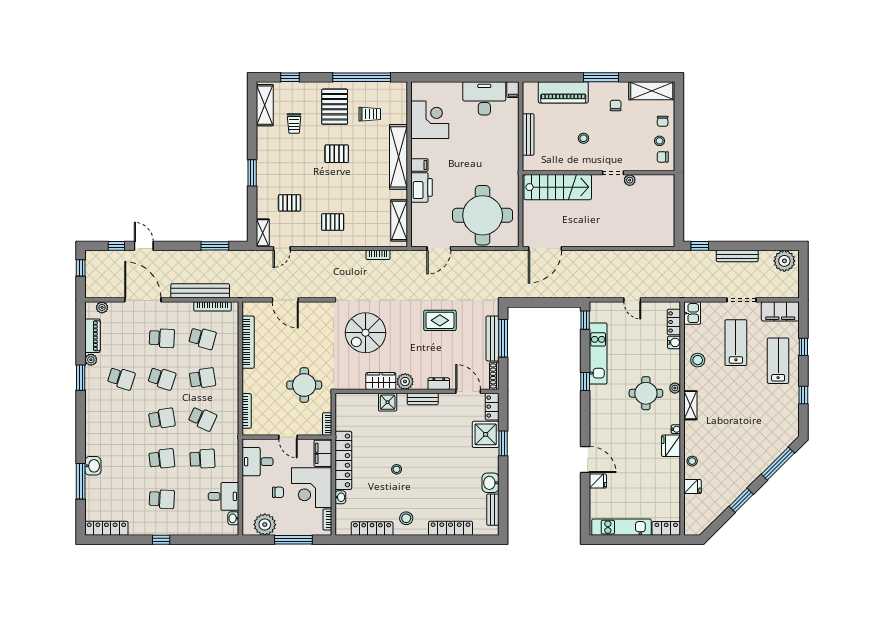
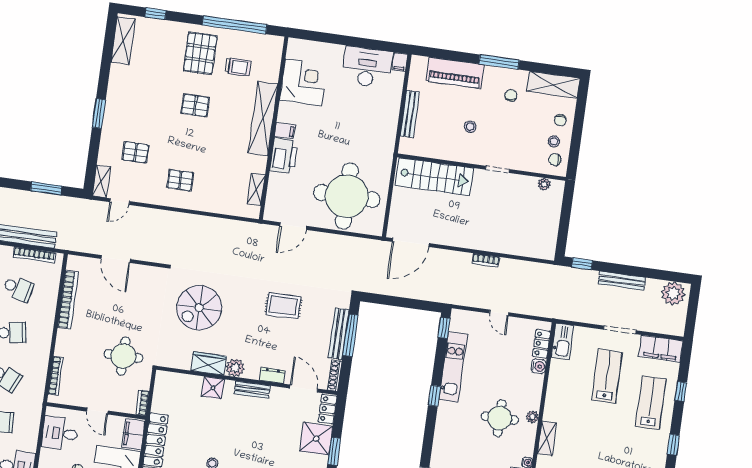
trolley: (294, 123) -> (153, 65), removed
plant: (630, 180) -> (544, 184), moved
shelving: (399, 220) -> (256, 189), width x0.67, depth x0.75
bookcase: (378, 255) -> (486, 260), moved
kitchen sink: (692, 313) -> (562, 341), width x1.38
stool: (698, 360) -> (562, 390), removed

